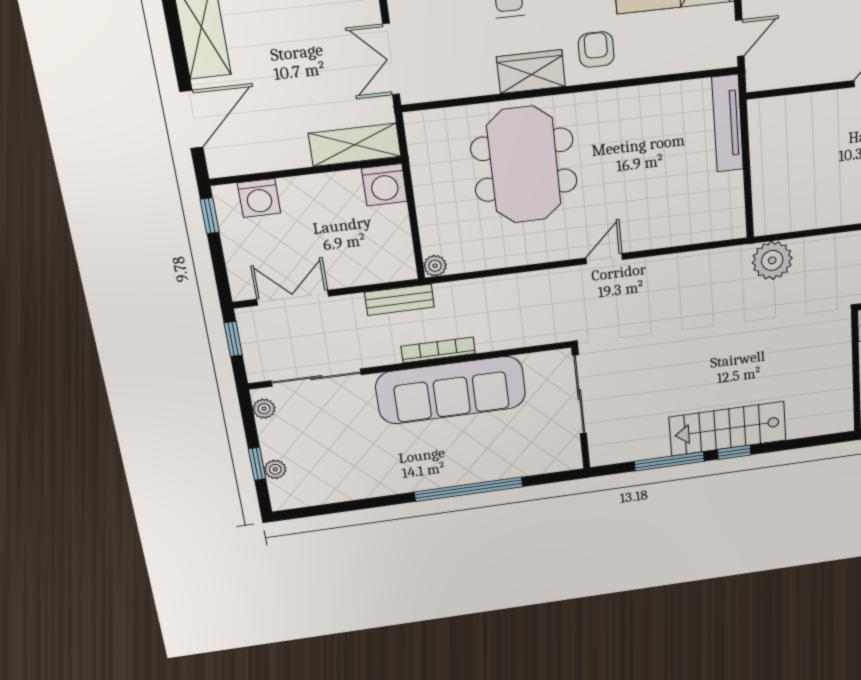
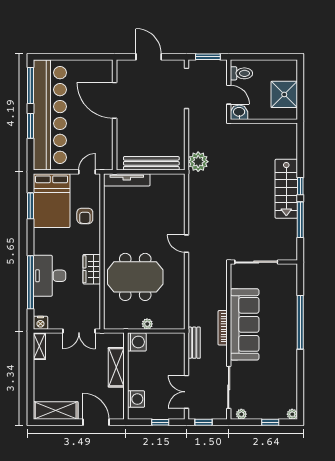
door: (740, 38) -> (87, 172), hinge flipped
armchair: (596, 50) -> (85, 216), moved, turned -90
shelving: (355, 145) -> (116, 367), moved
bench: (764, 169) -> (151, 163), added
window: (210, 216) -> (160, 422), moved
plant: (435, 266) -> (147, 324), moved
plant: (275, 469) -> (292, 414), moved

